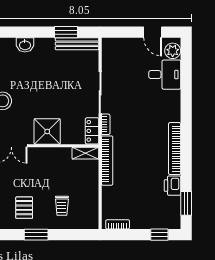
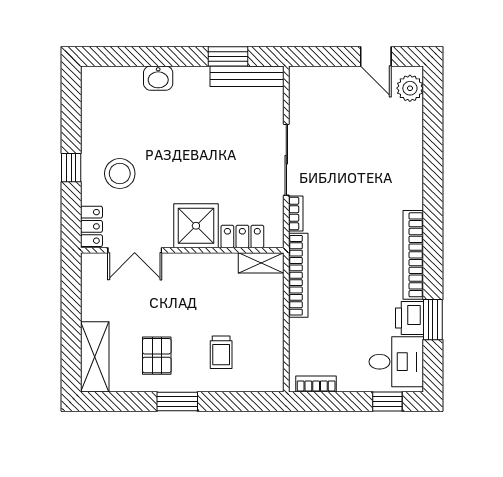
desk: (165, 75) -> (396, 362), moved
locker: (92, 131) -> (242, 236), moved, turned 90
window: (186, 203) -> (433, 320), moved

